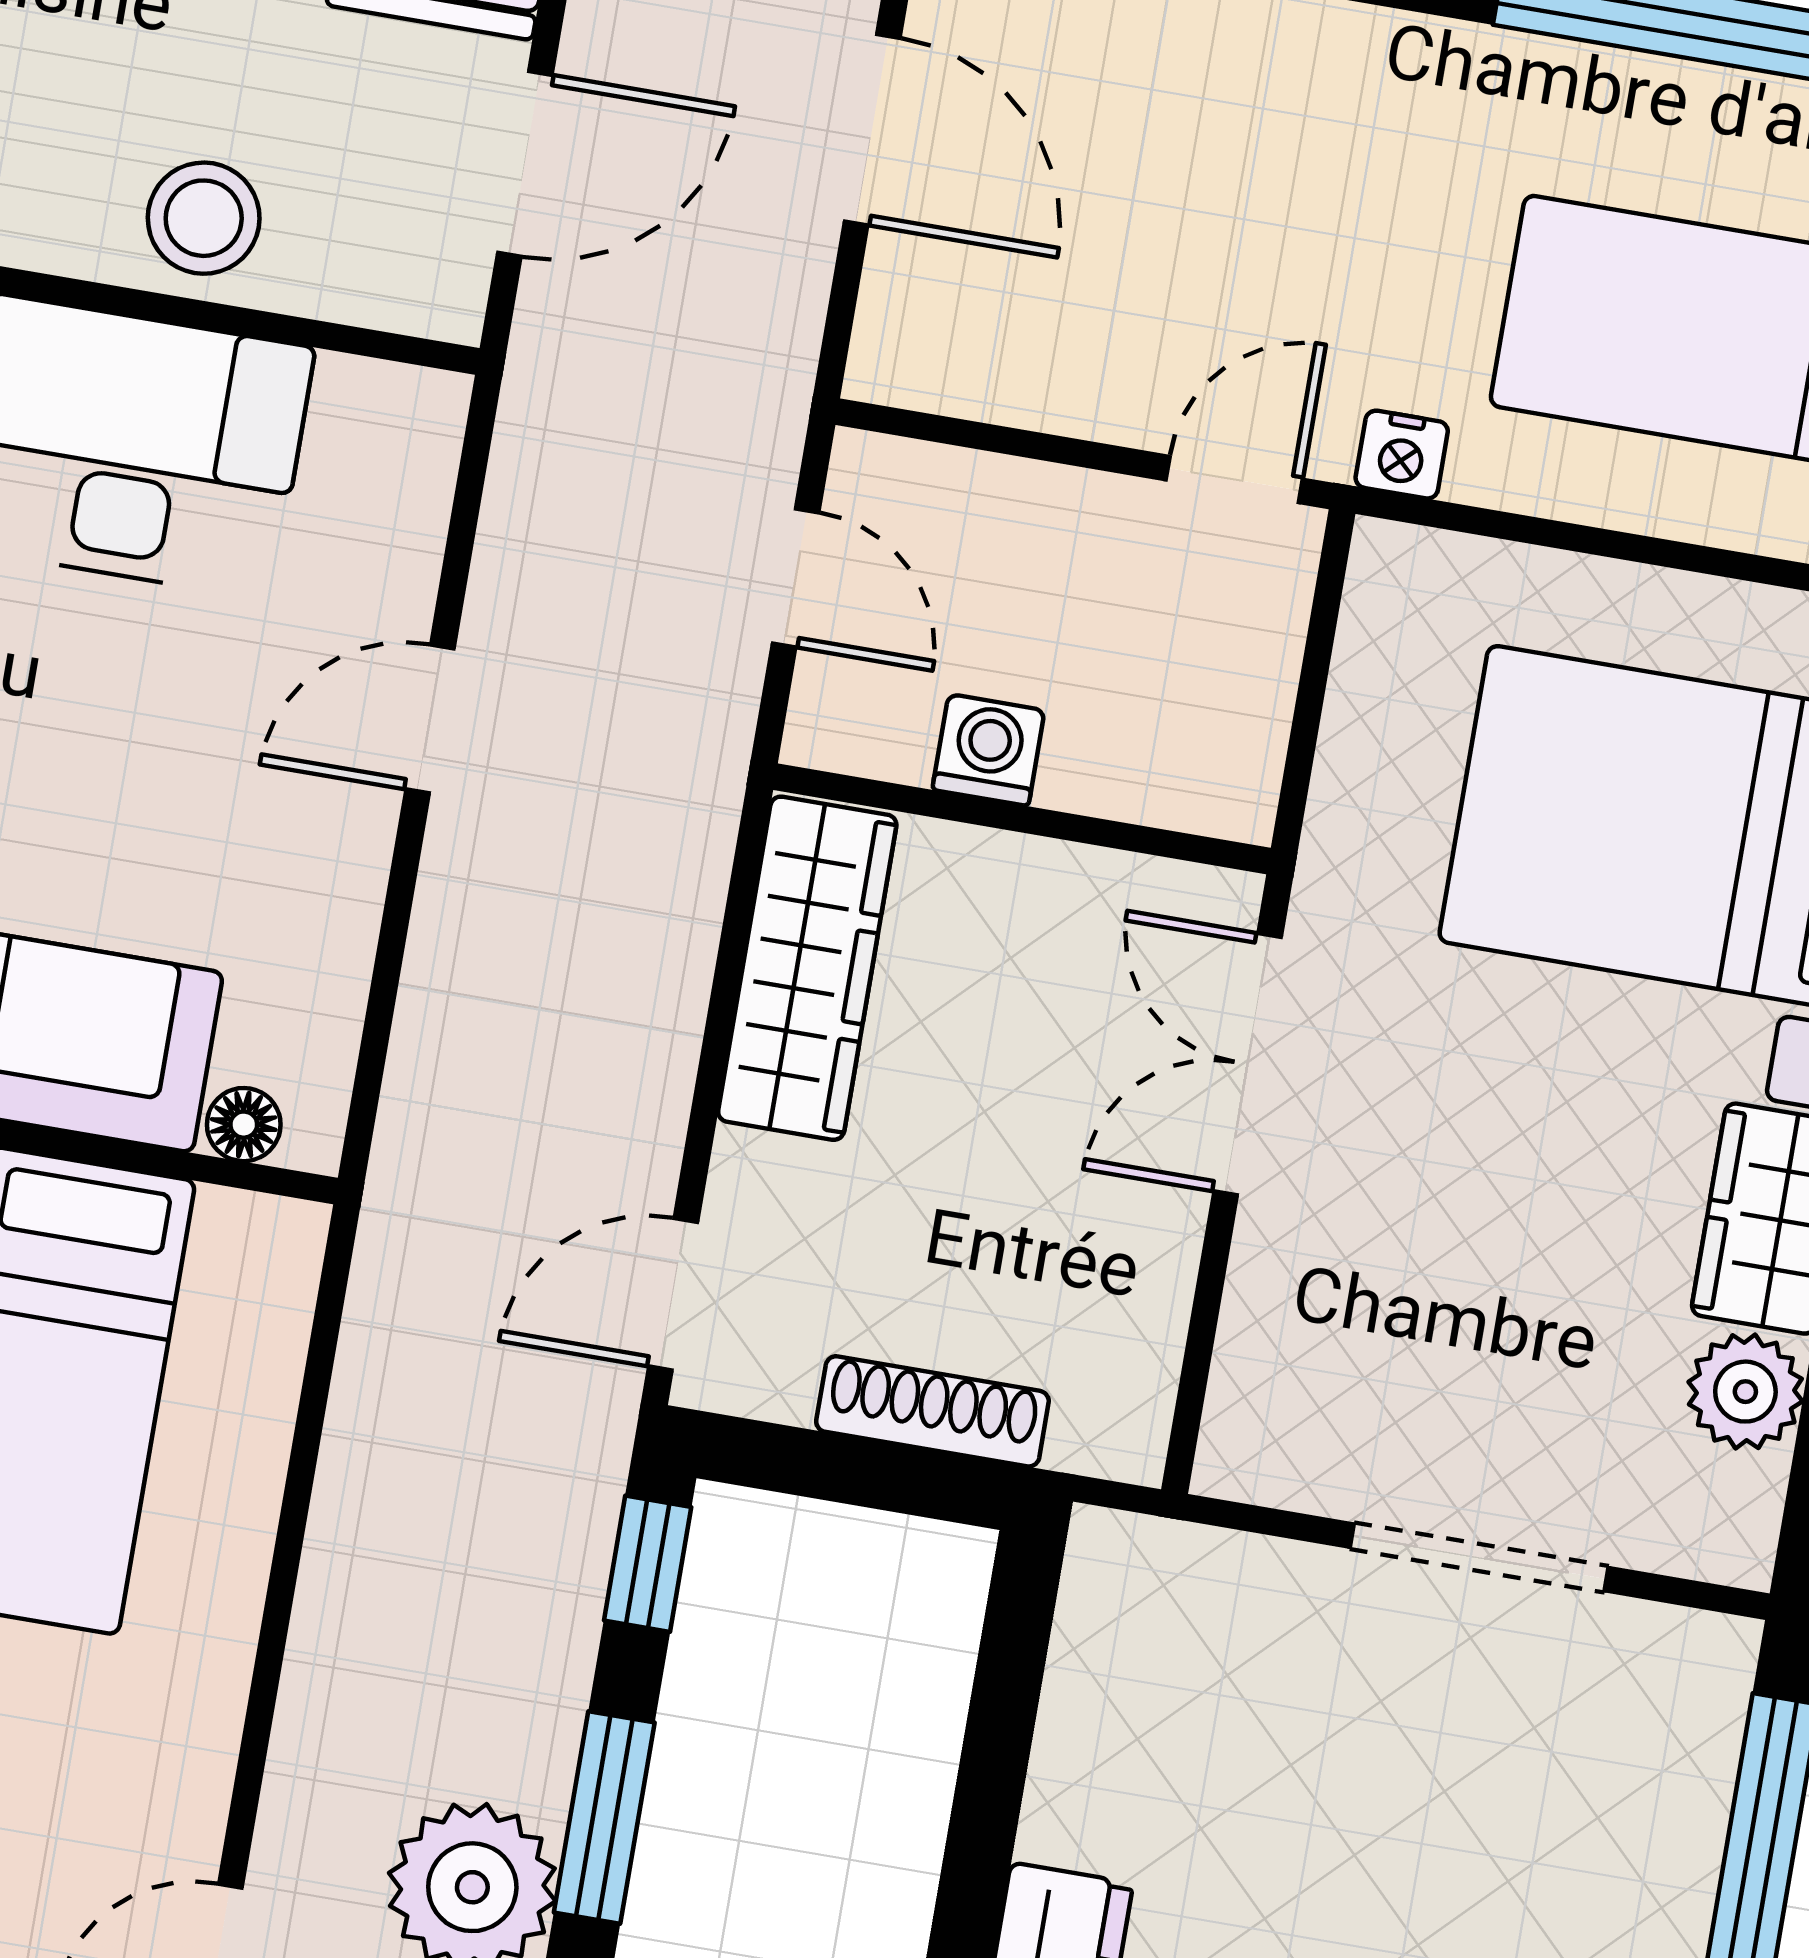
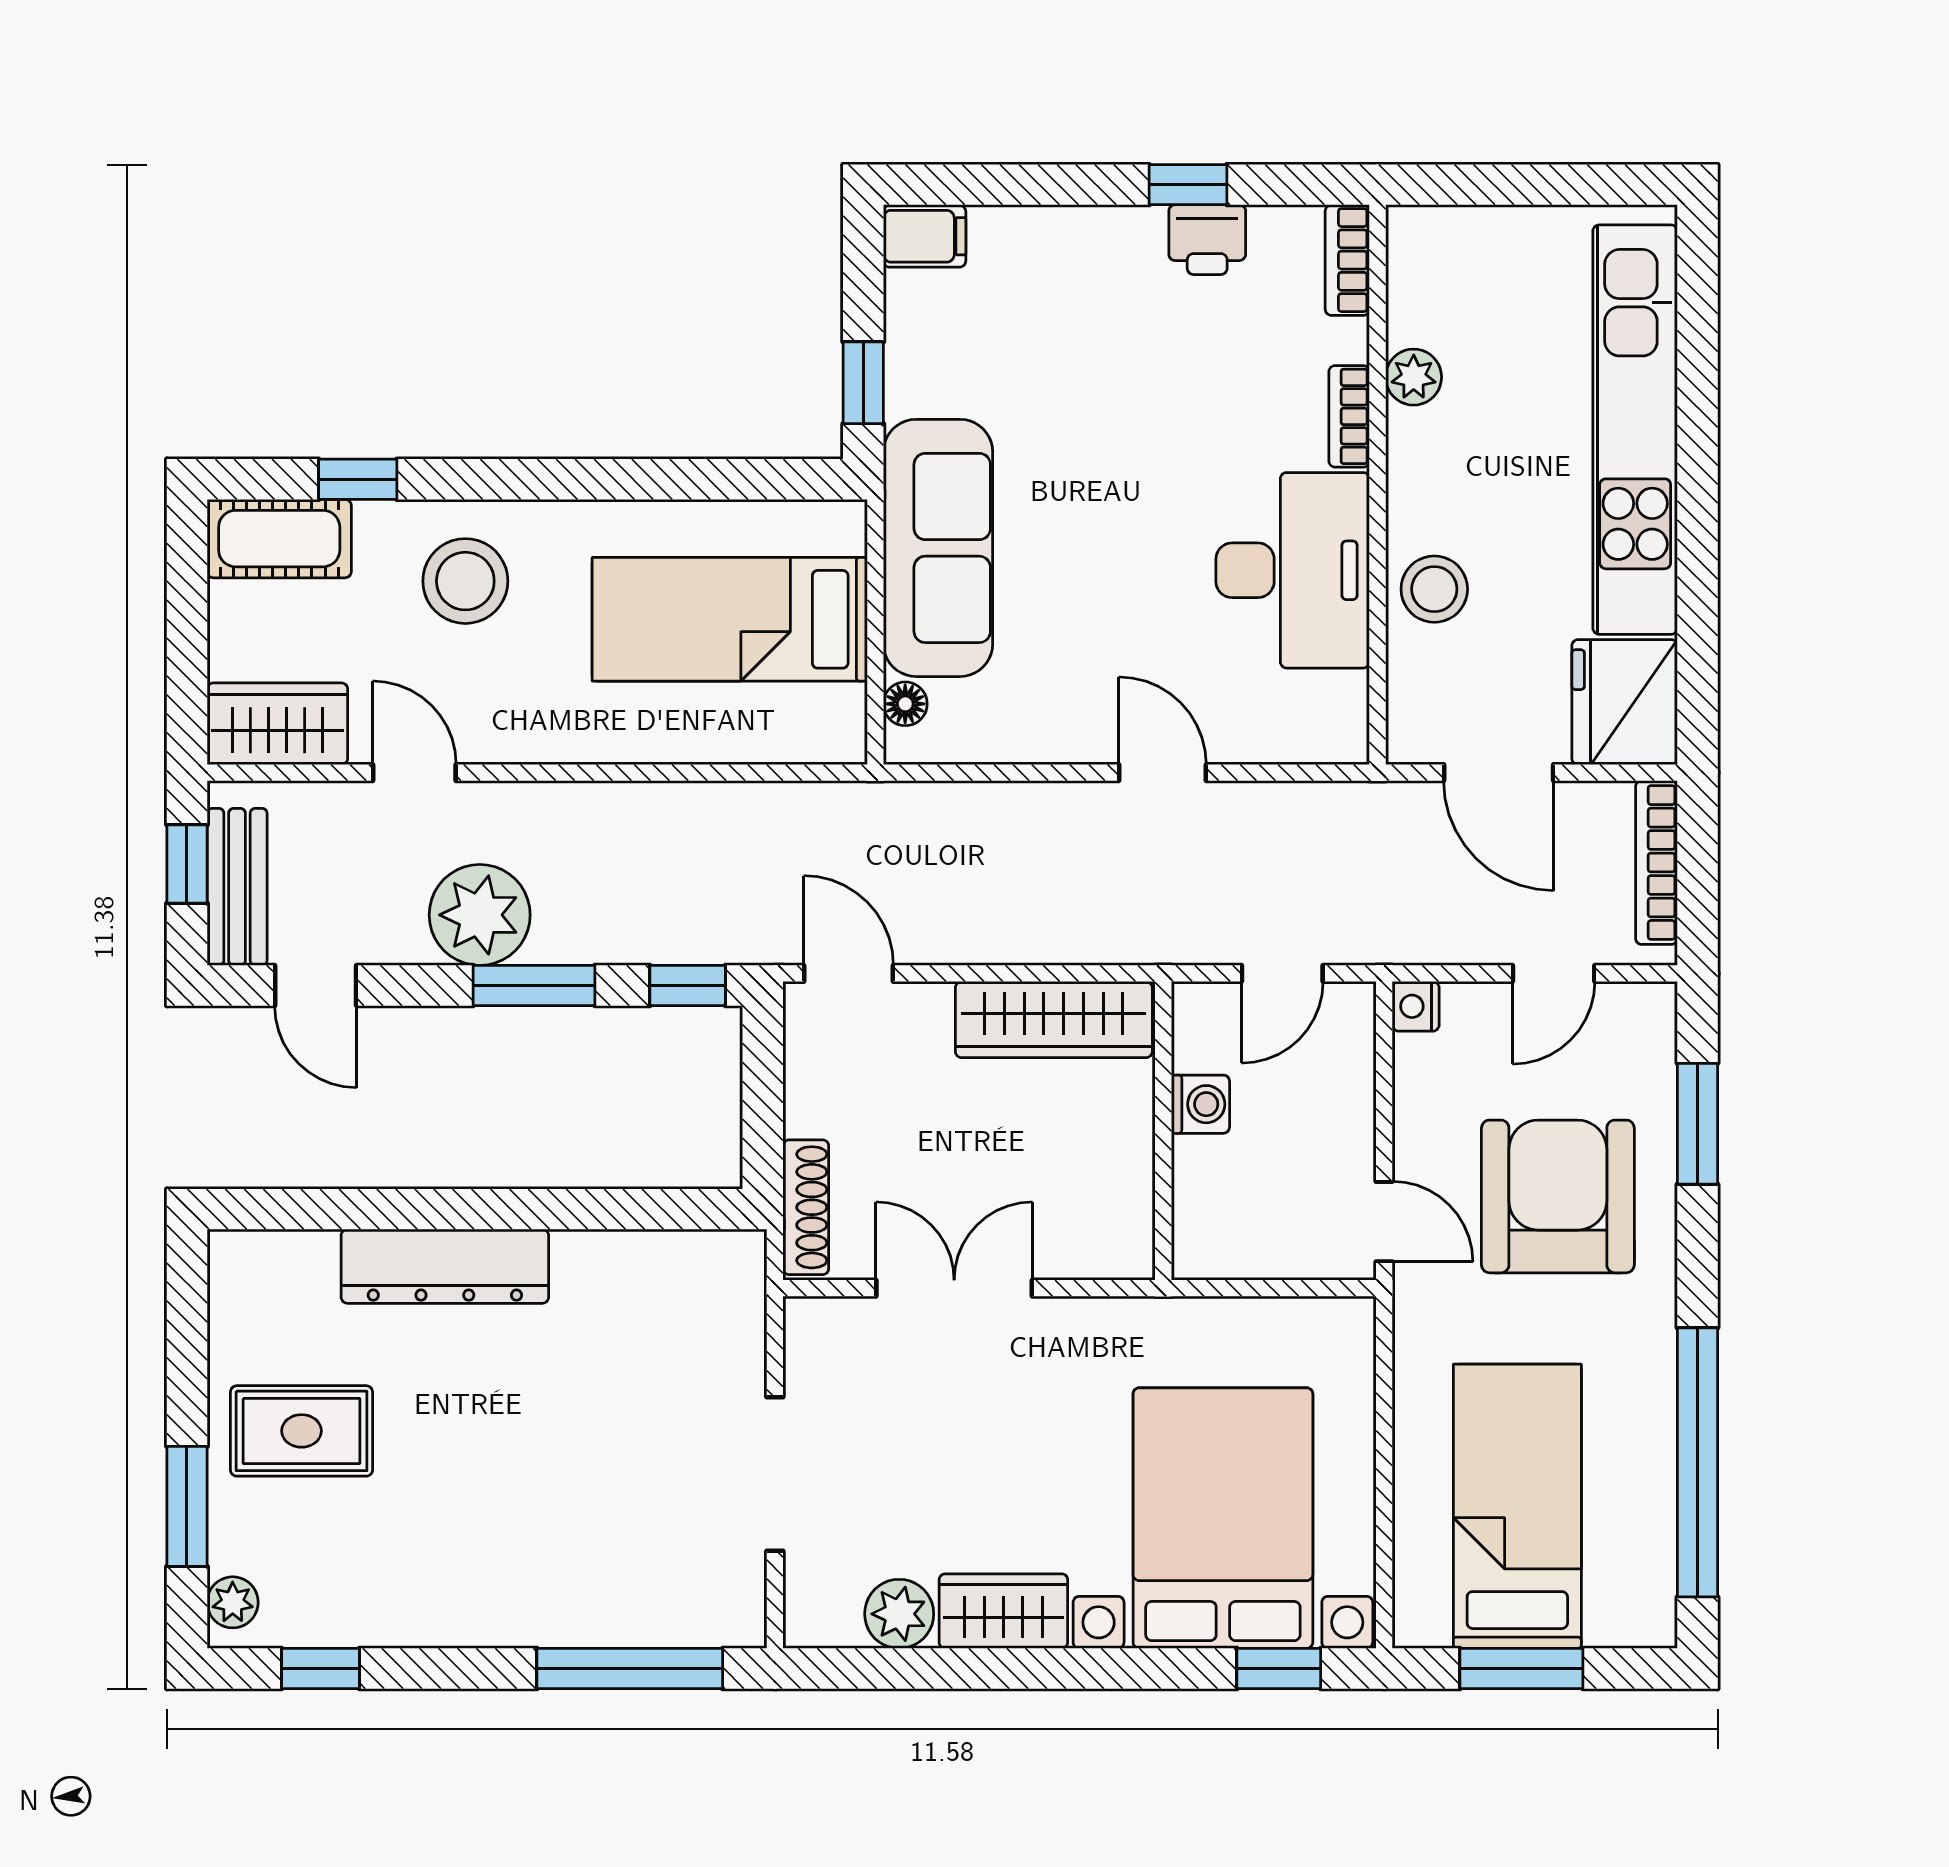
door: (872, 130) -> (1554, 973), width x0.73
armchair: (1242, 185) -> (1558, 1196), added
nightstand: (1402, 455) -> (1416, 1006), moved
double door: (1248, 1064) -> (954, 1288), moved
shoe rack: (932, 1411) -> (806, 1207), moved

